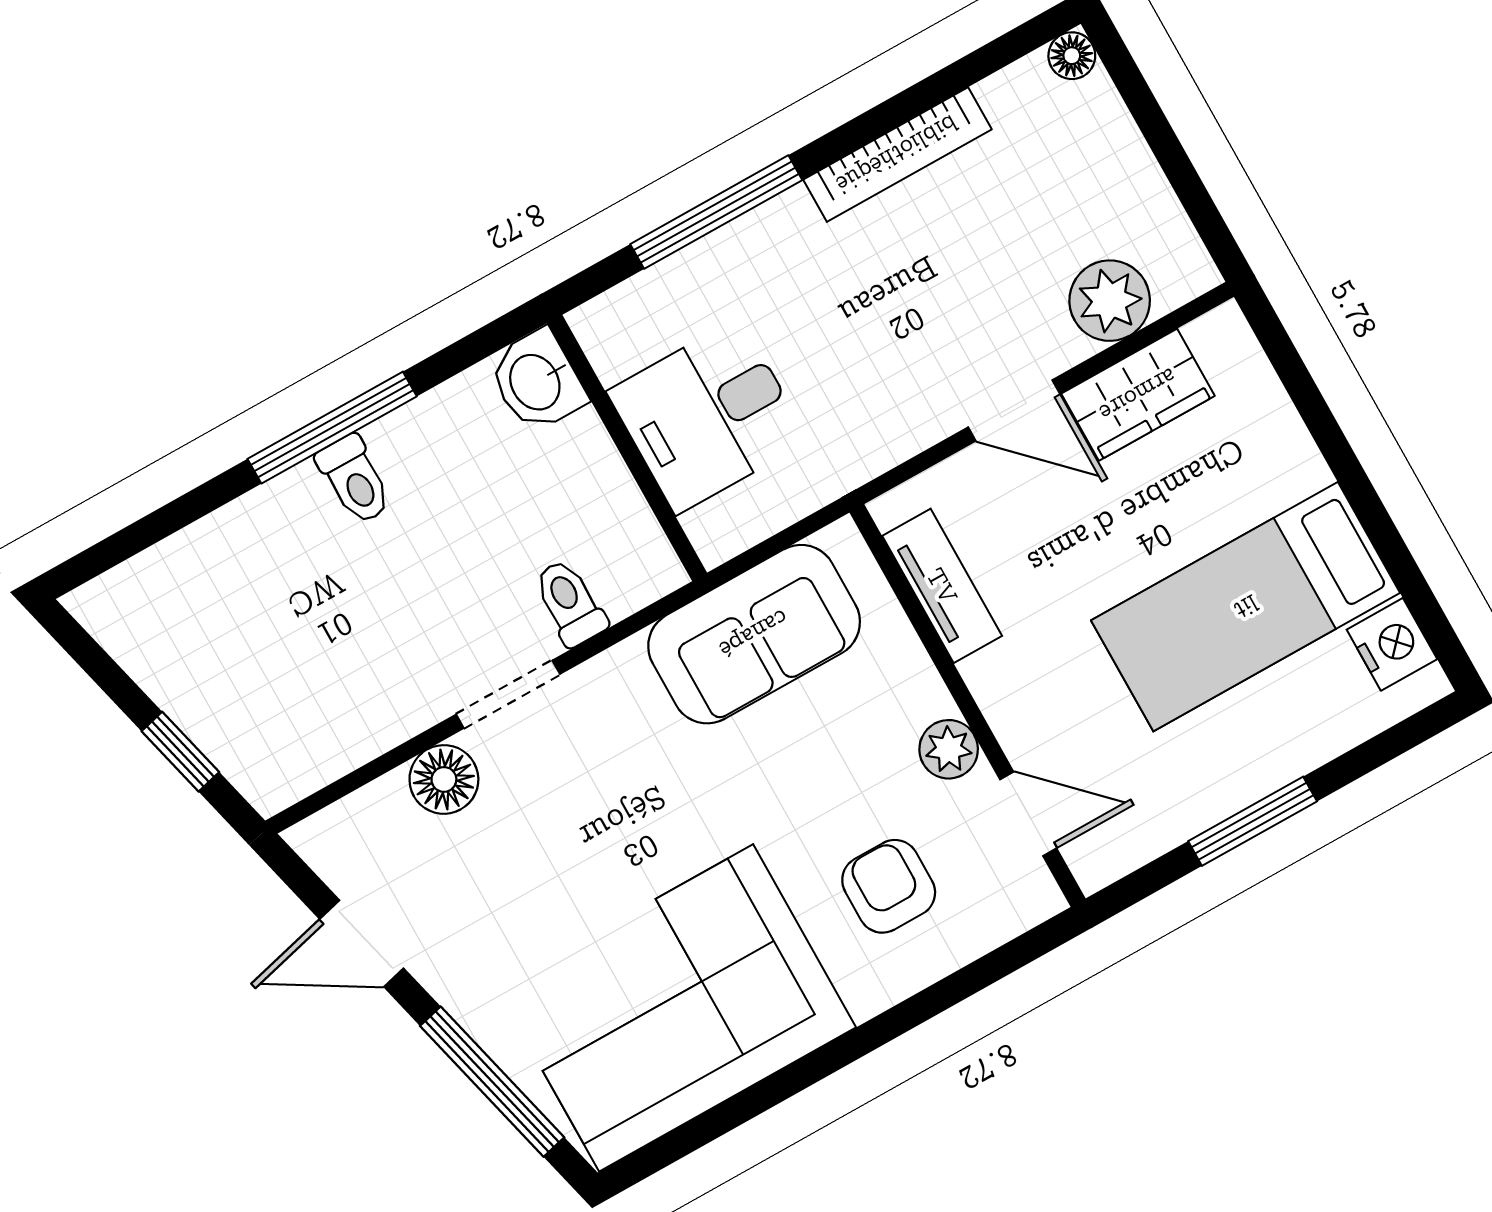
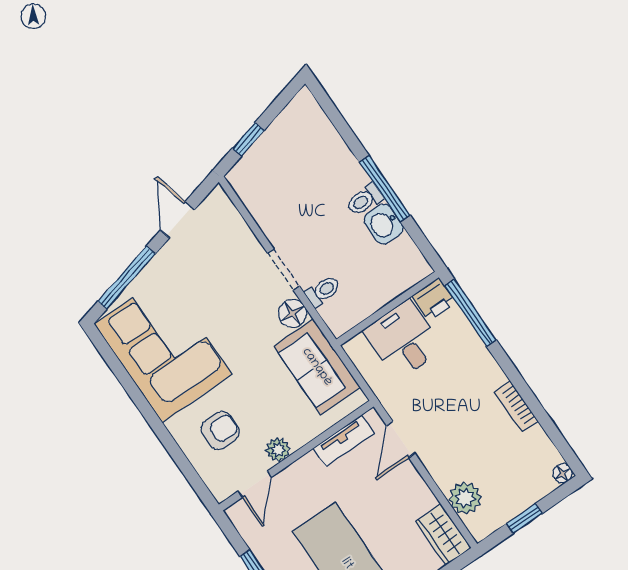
bookcase: (897, 154) -> (516, 407), width x0.64
window: (1173, 160) -> (524, 518), added
window: (716, 212) -> (470, 313), moved
printer: (615, 332) -> (434, 299), added
washbasin: (537, 381) -> (384, 224), moved, turned -90
wardrobe: (1138, 395) -> (443, 535), moved
door: (1014, 410) -> (401, 439), moved
floor lamp: (444, 779) -> (293, 313), moved

